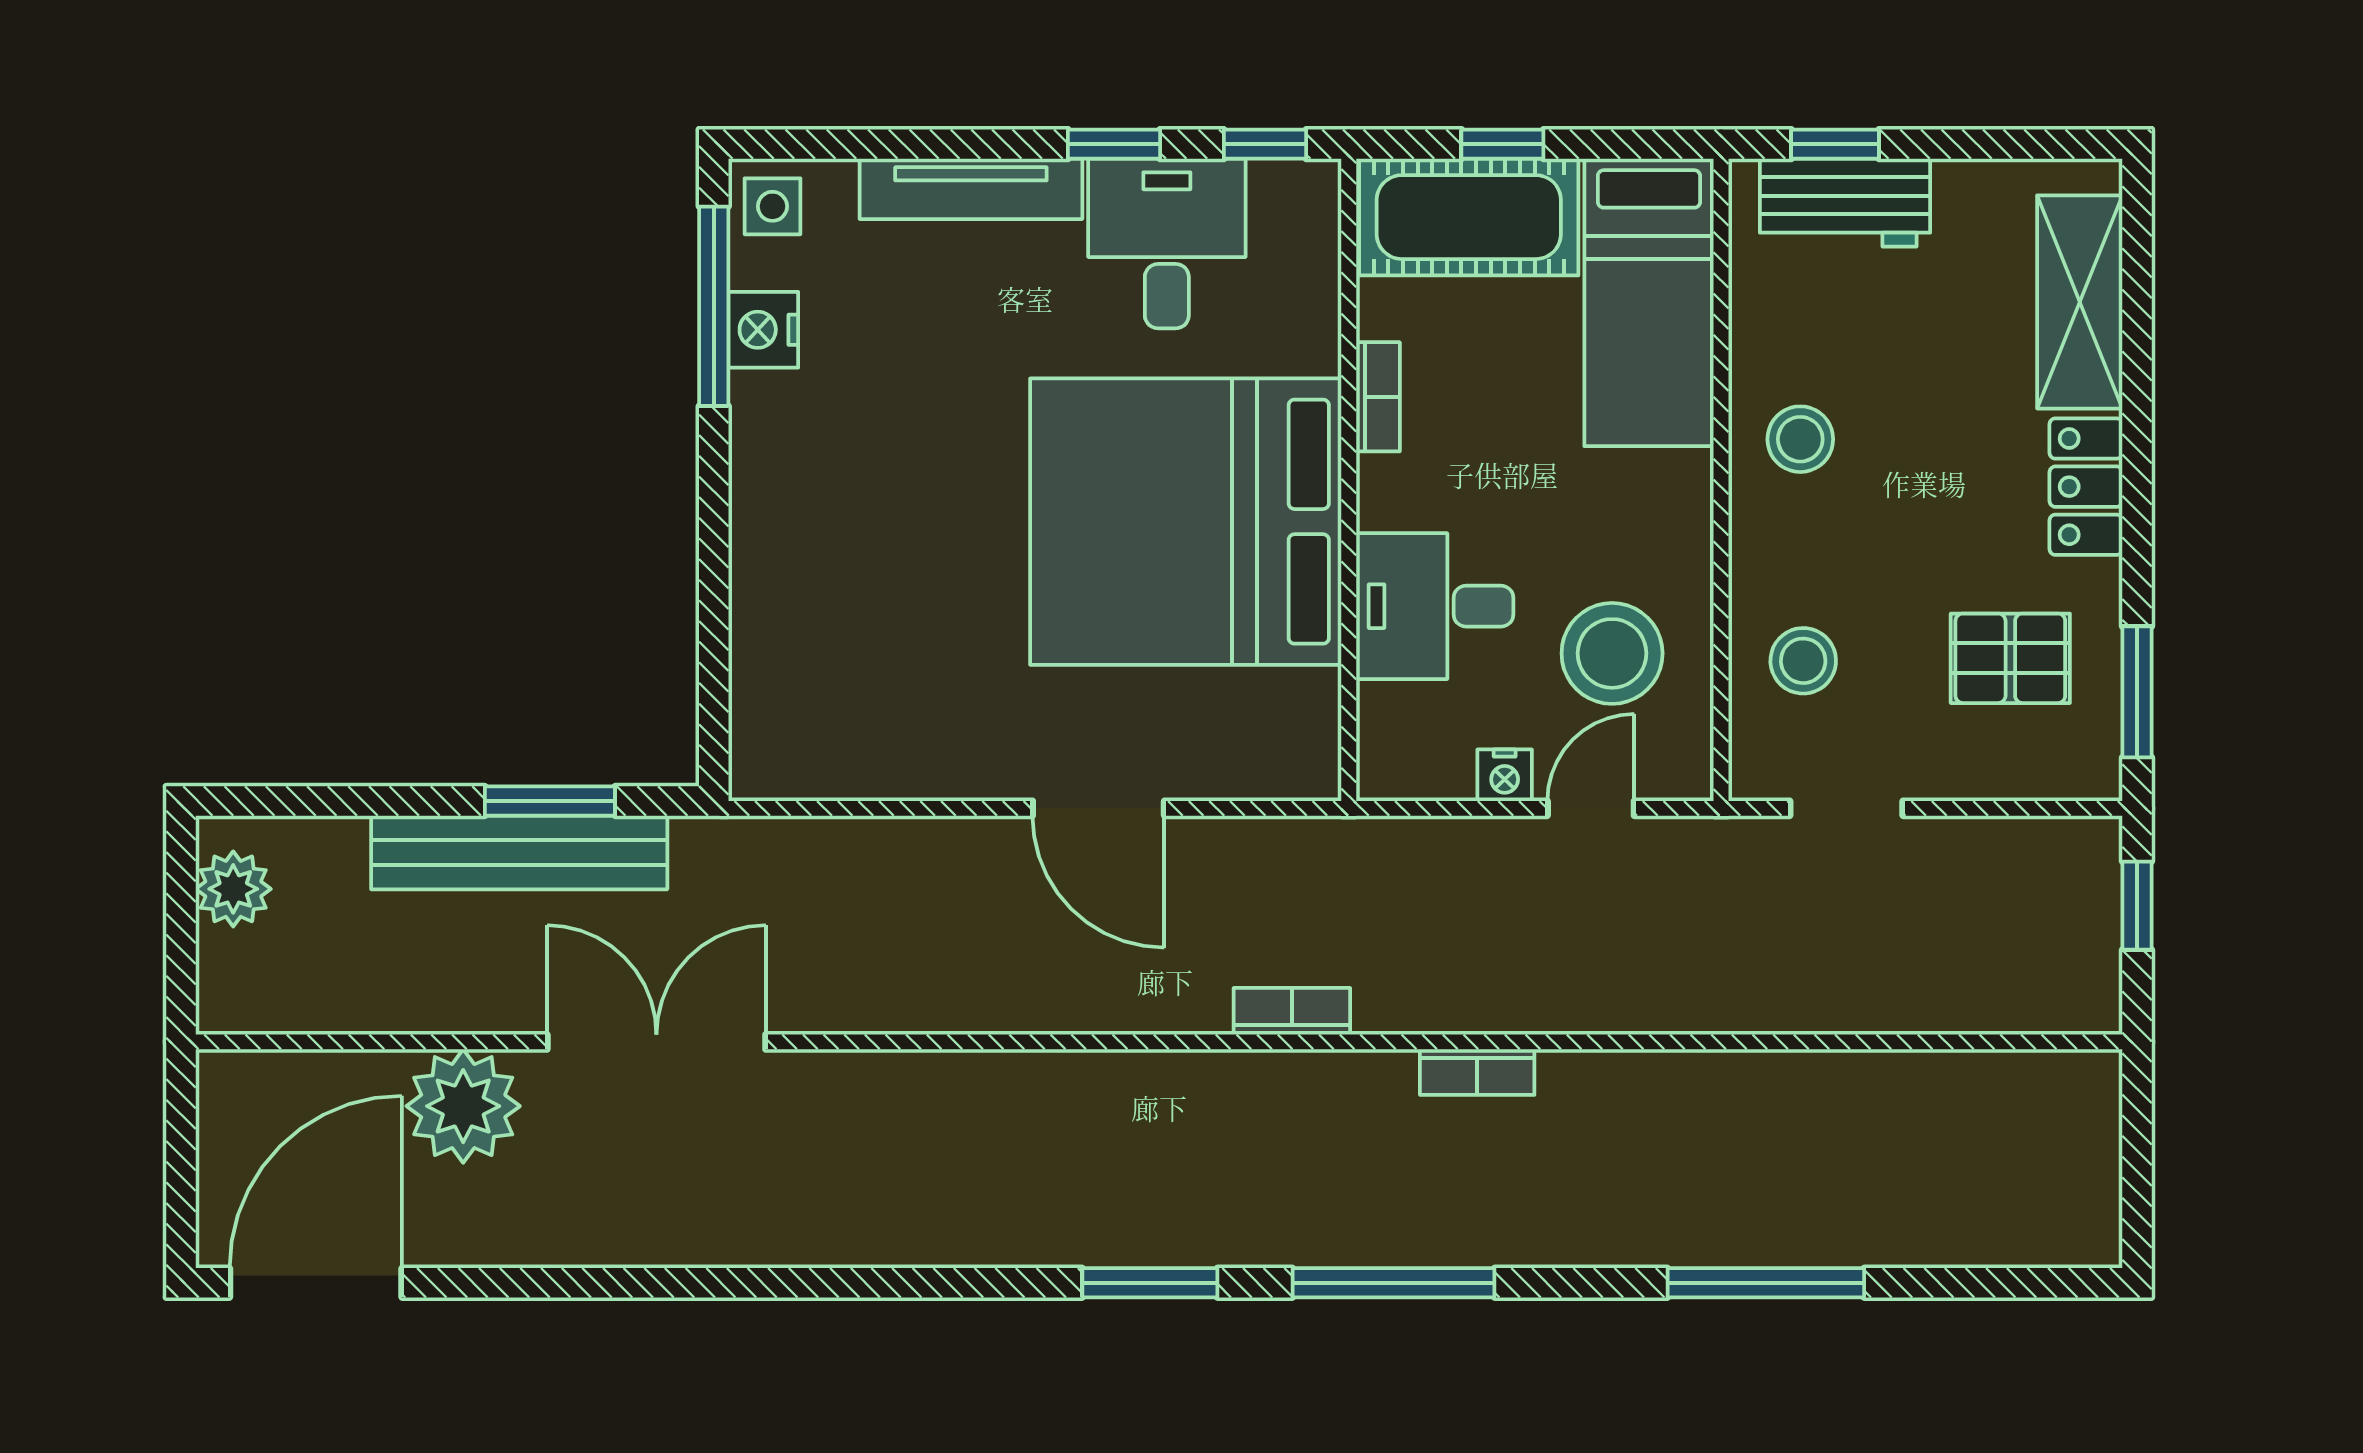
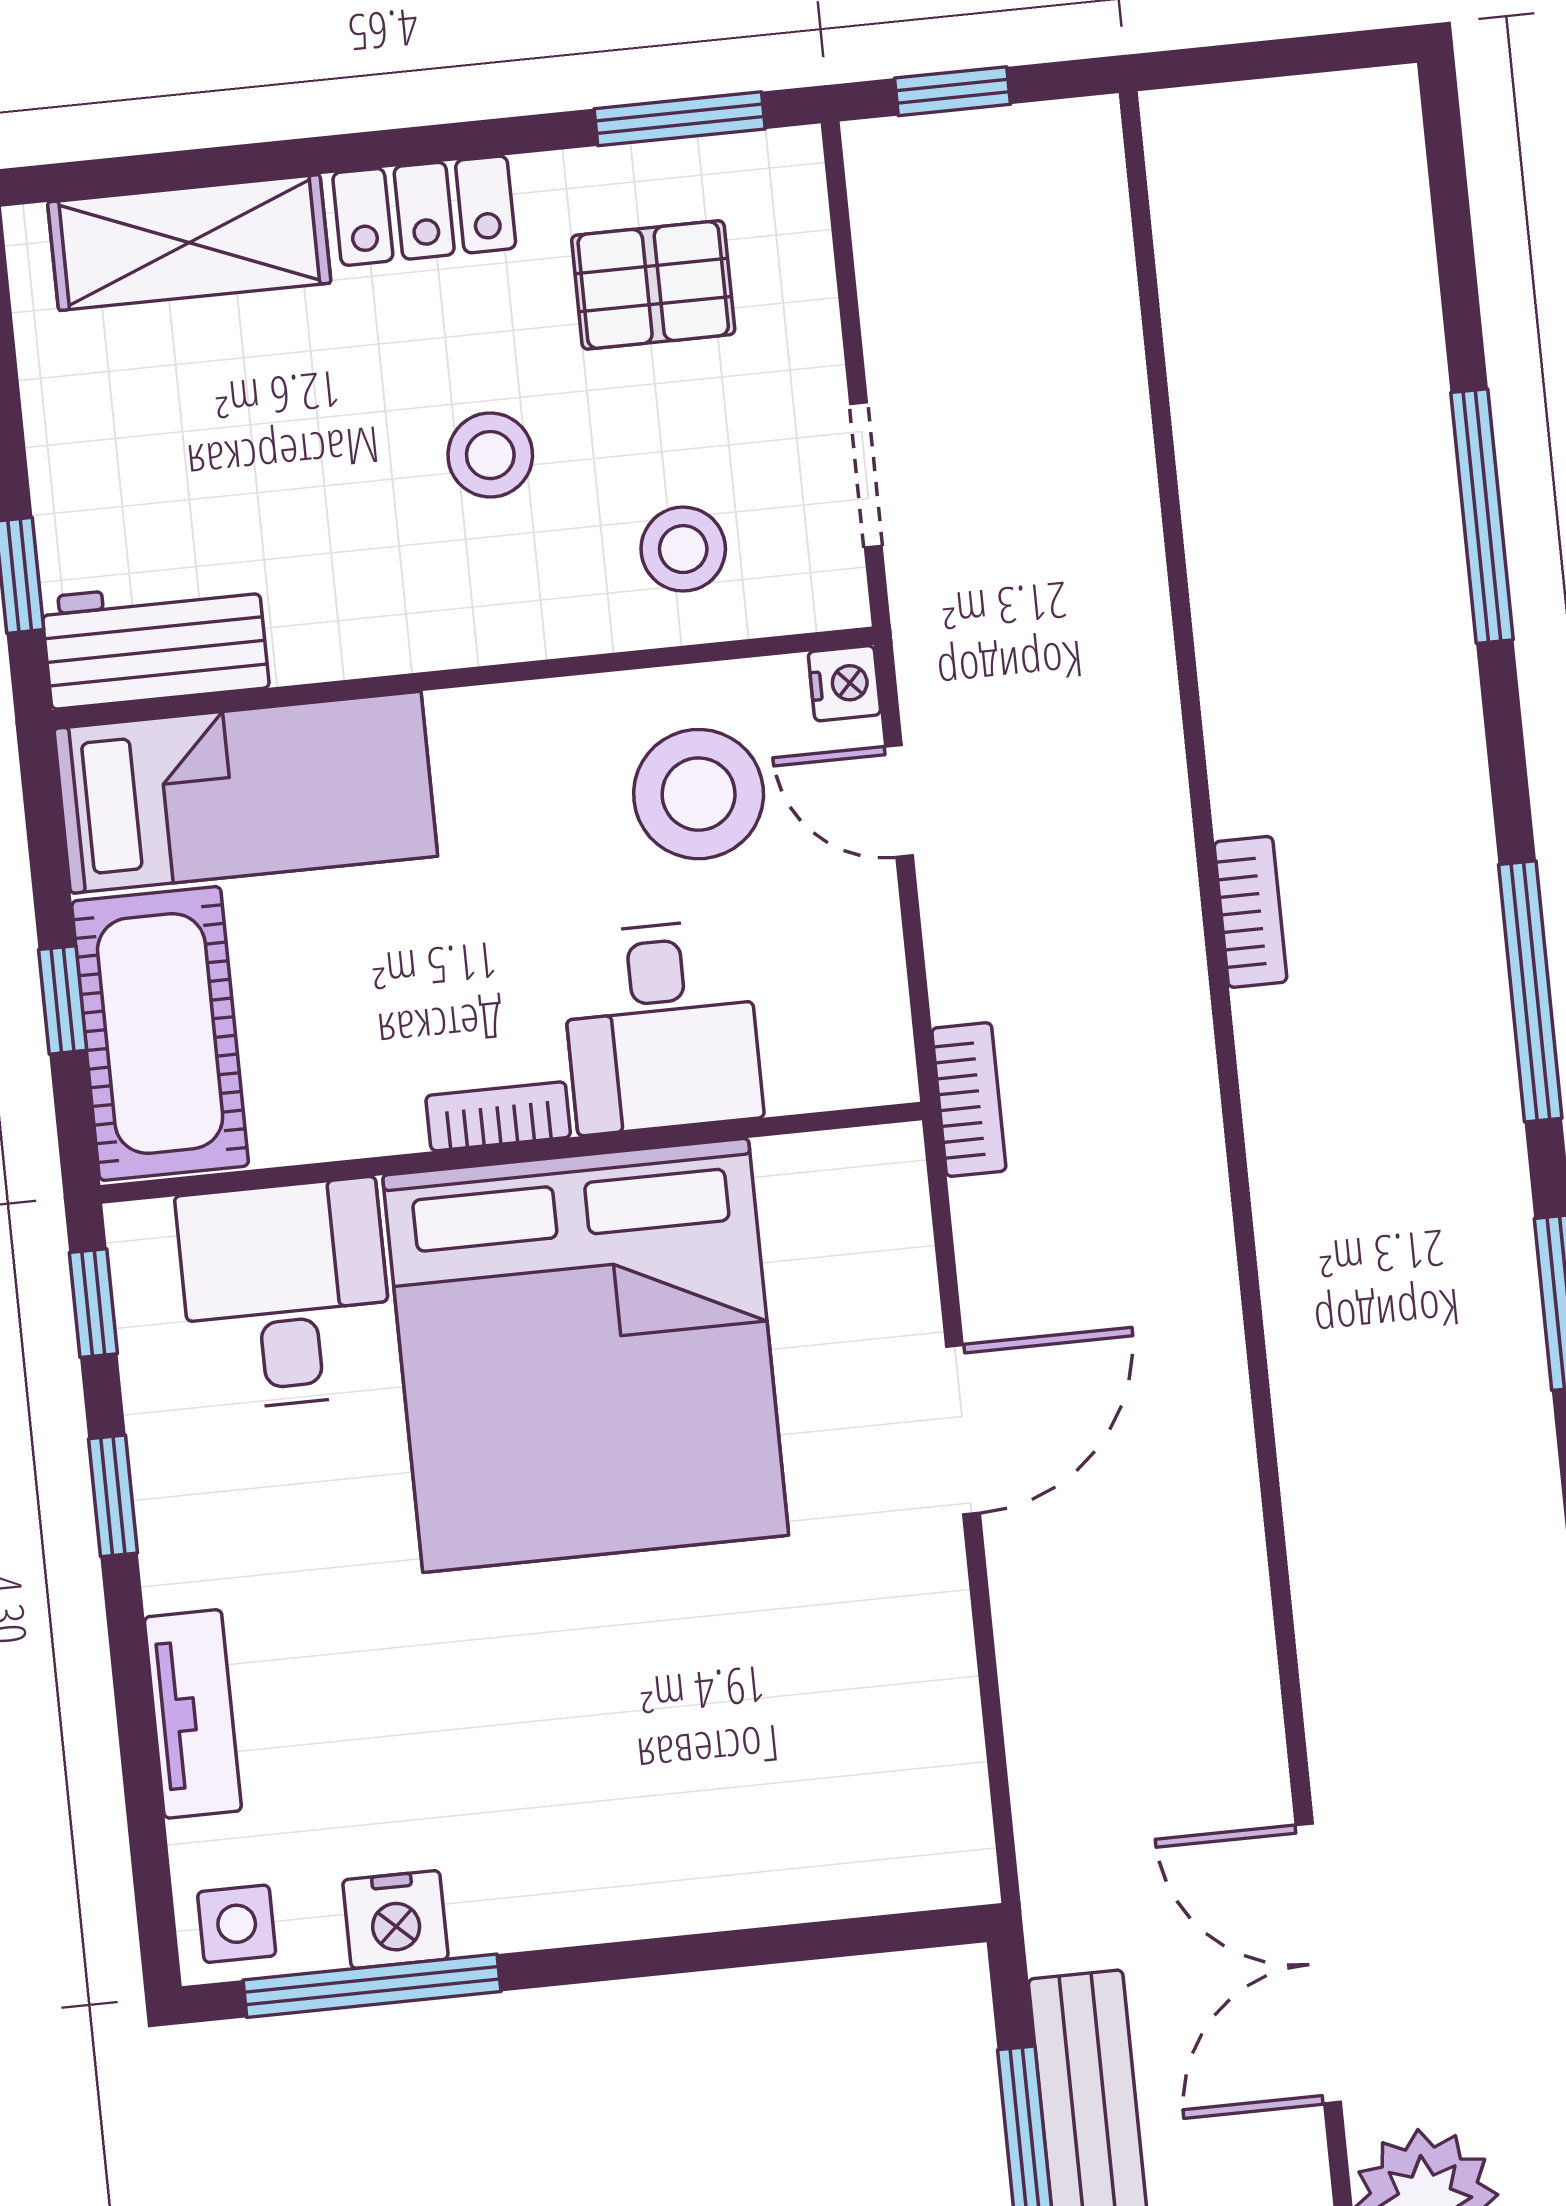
tv unit: (971, 189) -> (193, 1714), width x0.71
workbench: (1845, 203) -> (155, 643), moved, turned -90
desk: (1167, 244) -> (286, 1294), moved, turned 90
bookcase: (1378, 397) -> (498, 1116), moved
stool: (1800, 439) -> (490, 455), moved
pallet: (2010, 658) -> (653, 285), turned 90
nightstand: (1505, 775) -> (844, 683), moved
bookcase: (1292, 1011) -> (969, 1100), moved, turned 180

